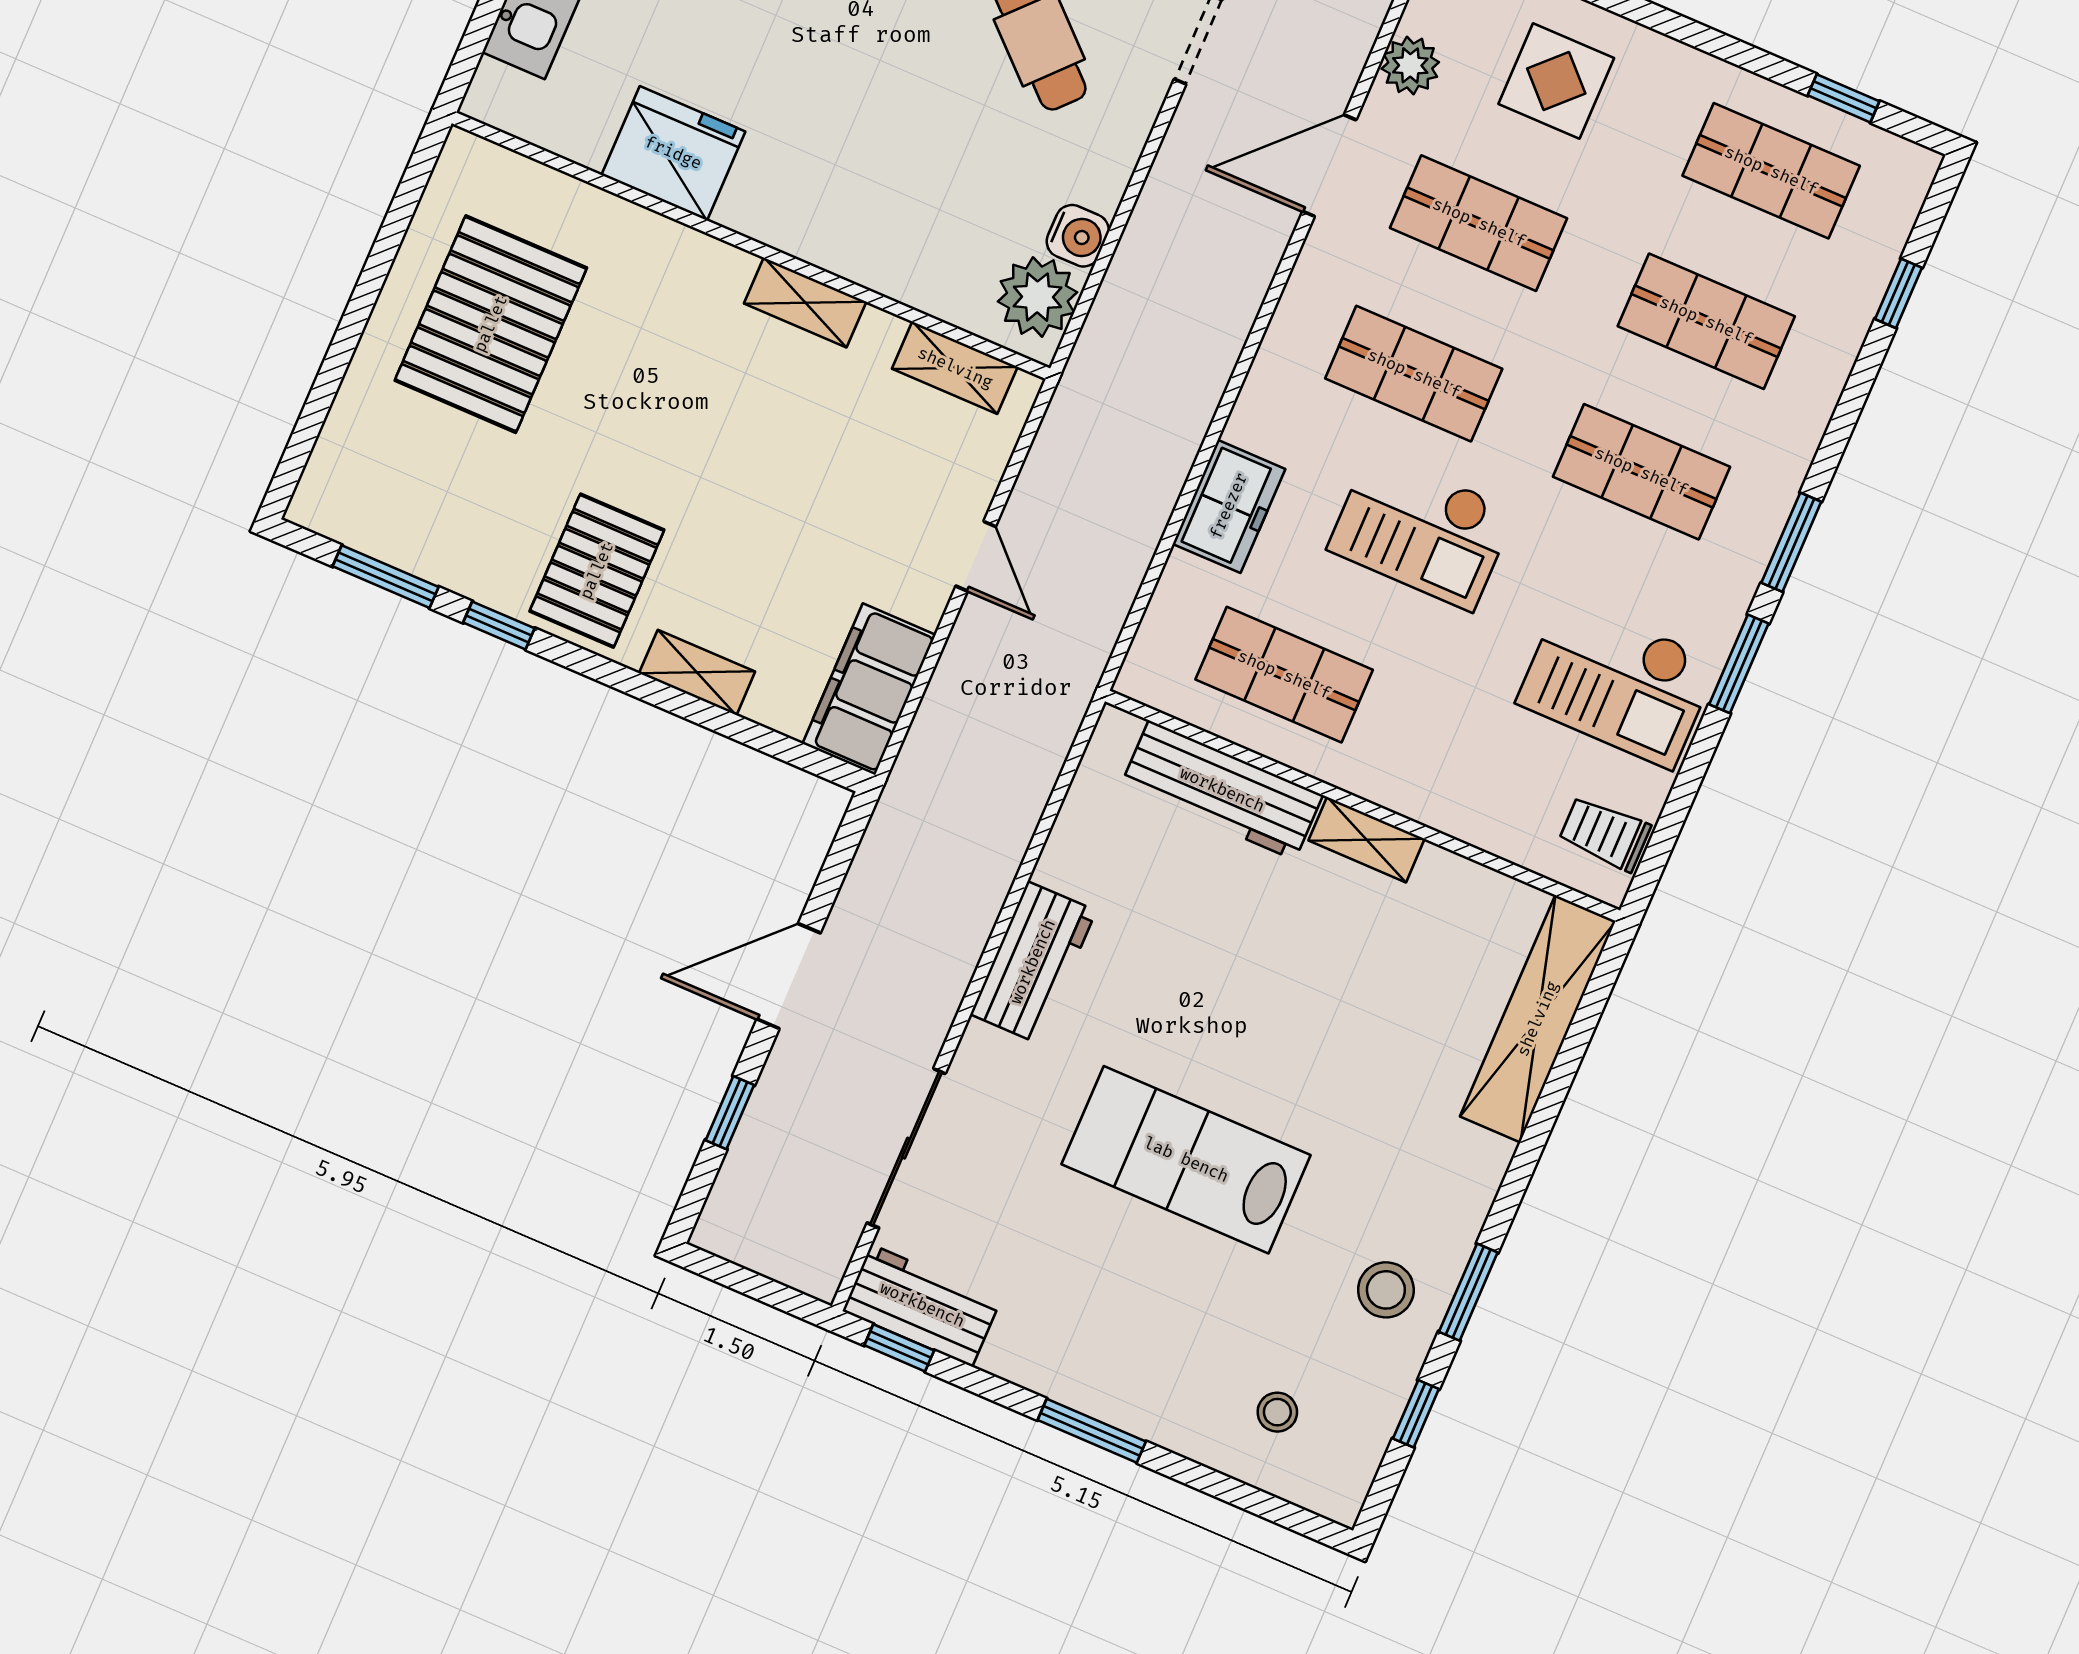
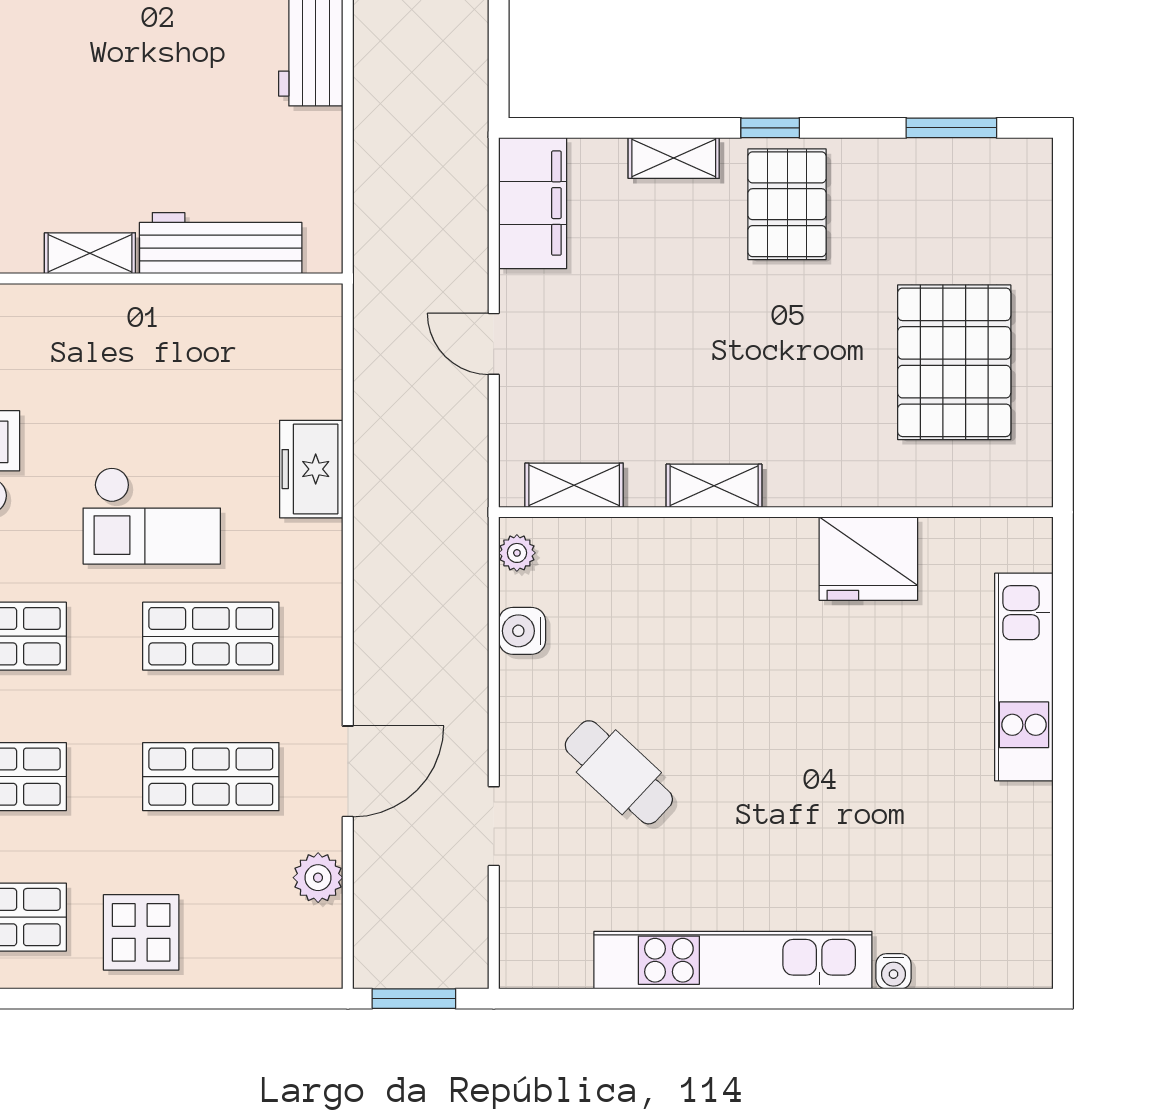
display table: (1556, 81) -> (141, 932), moved
plant: (1037, 297) -> (517, 553), width x0.53, depth x0.53
checkout: (1421, 530) -> (152, 516), turned 180
window: (499, 625) -> (770, 128), moved
shop shelf: (1284, 675) -> (211, 355), removed

